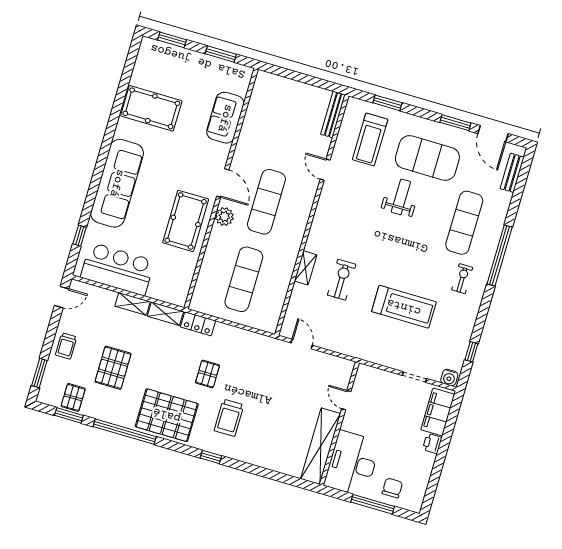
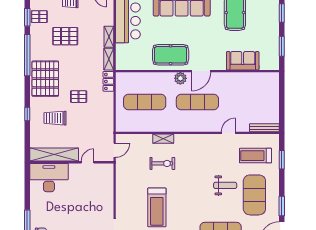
door: (346, 400) -> (88, 162), moved
wall: (339, 424) -> (72, 162), moved
shelving: (321, 446) -> (54, 155), moved
desk: (352, 464) -> (49, 178), moved

